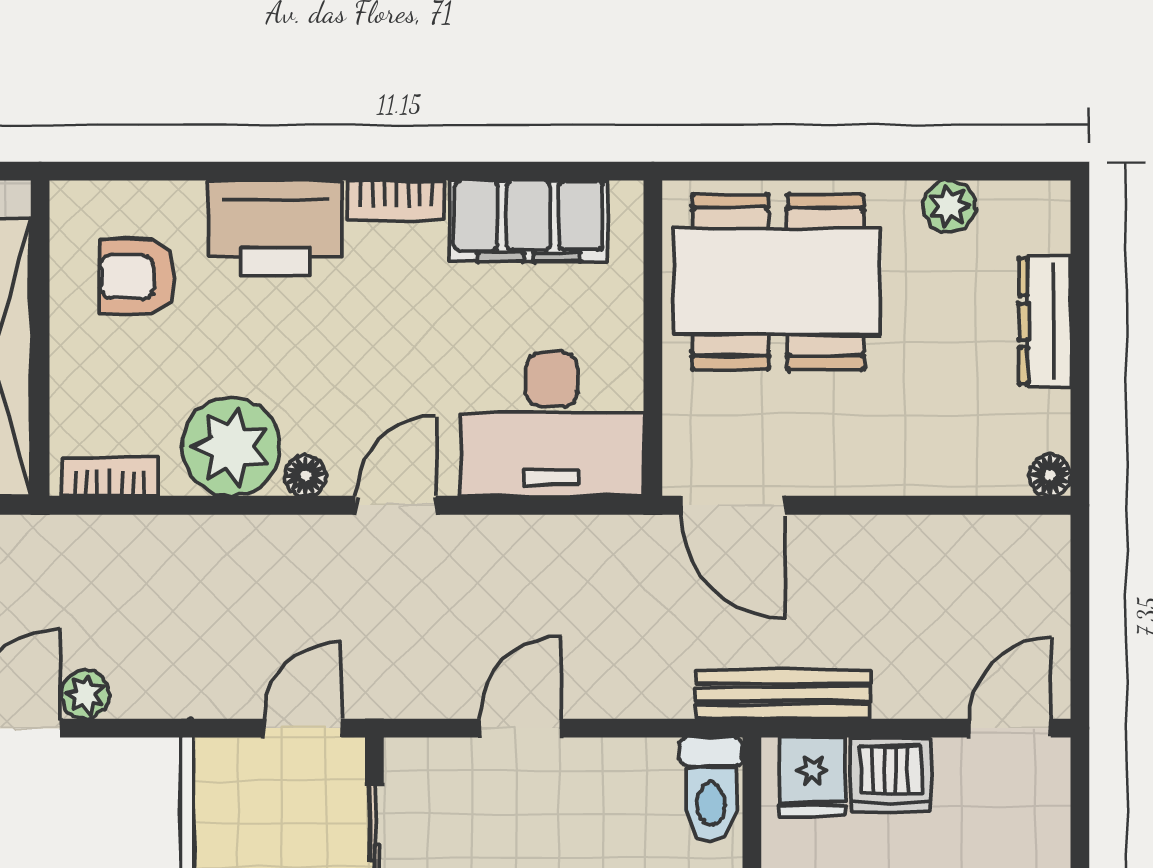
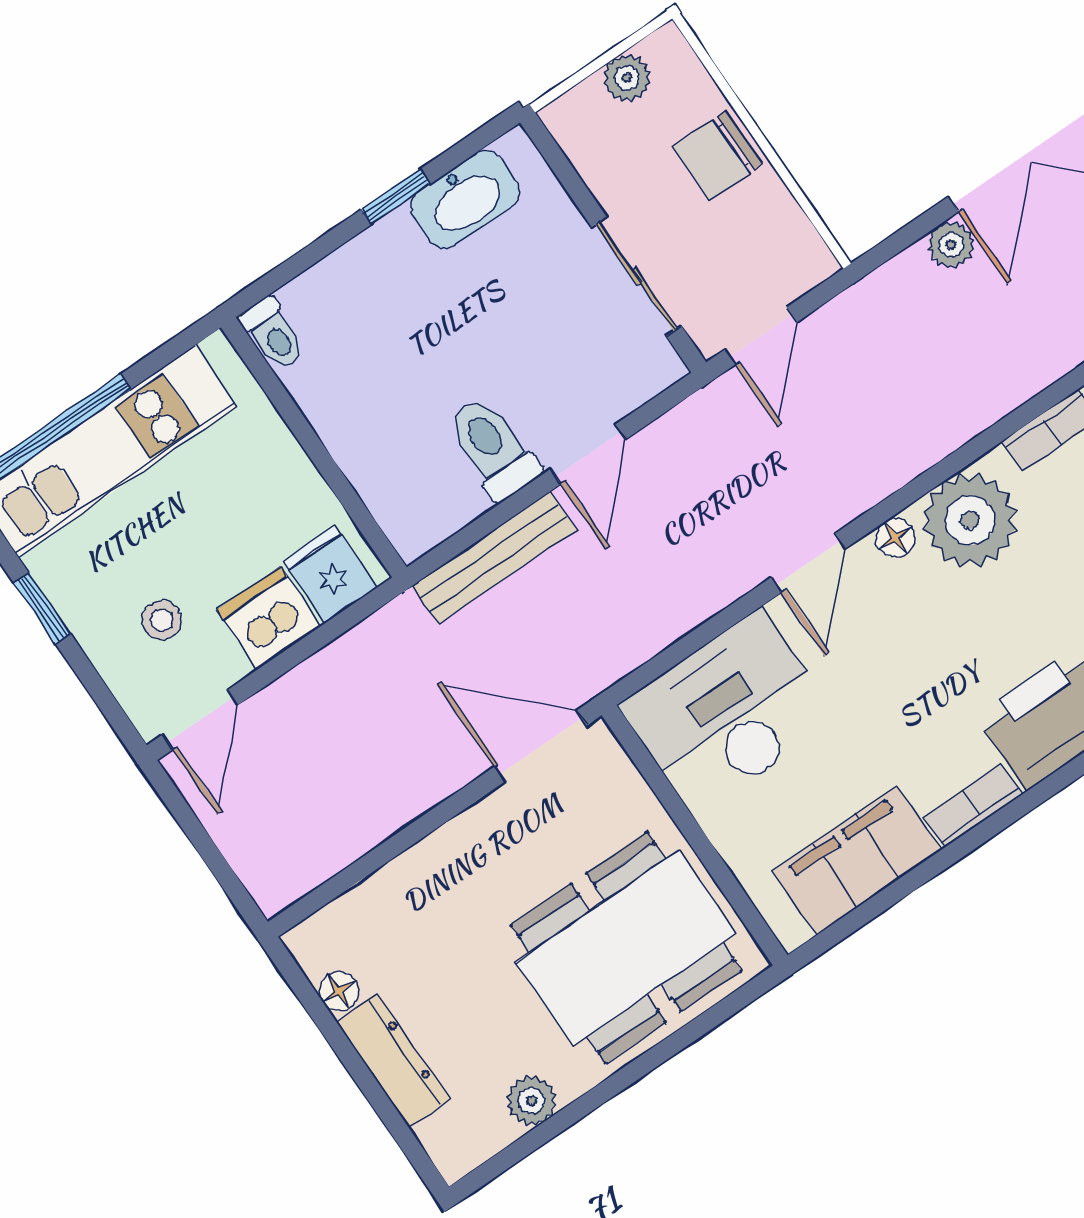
floor lamp: (1050, 475) -> (339, 991), moved
bench: (783, 694) -> (494, 558), moved
toilet: (711, 789) -> (493, 448), moved
stool: (984, 836) -> (162, 620), added

